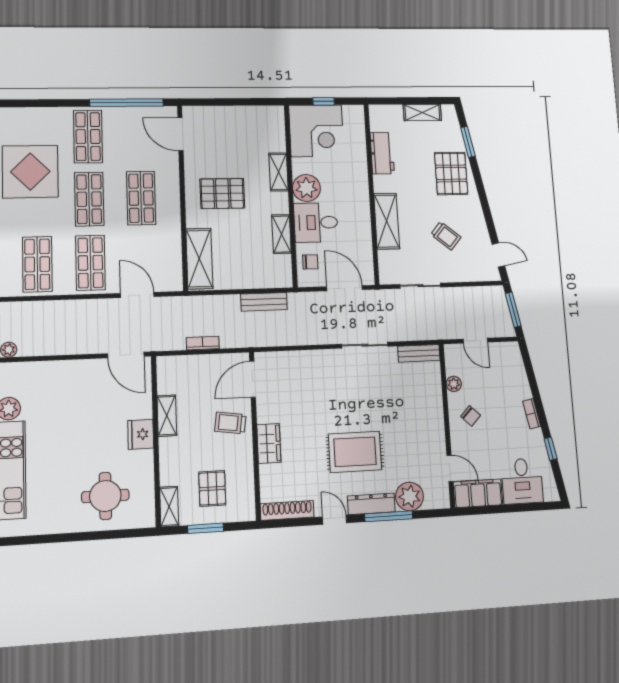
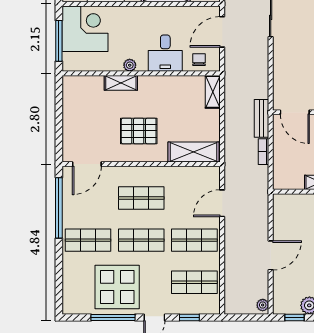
window: (324, 101) -> (59, 41), width x2.17
corner desk: (316, 131) -> (85, 29), moved
plant: (306, 188) -> (130, 65), width x0.53, depth x0.53
pallet: (222, 194) -> (139, 131), turned 90
shelving: (281, 234) -> (213, 92), moved, turned 90
bench: (264, 302) -> (261, 118), moved
door: (126, 355) -> (271, 255), moved

